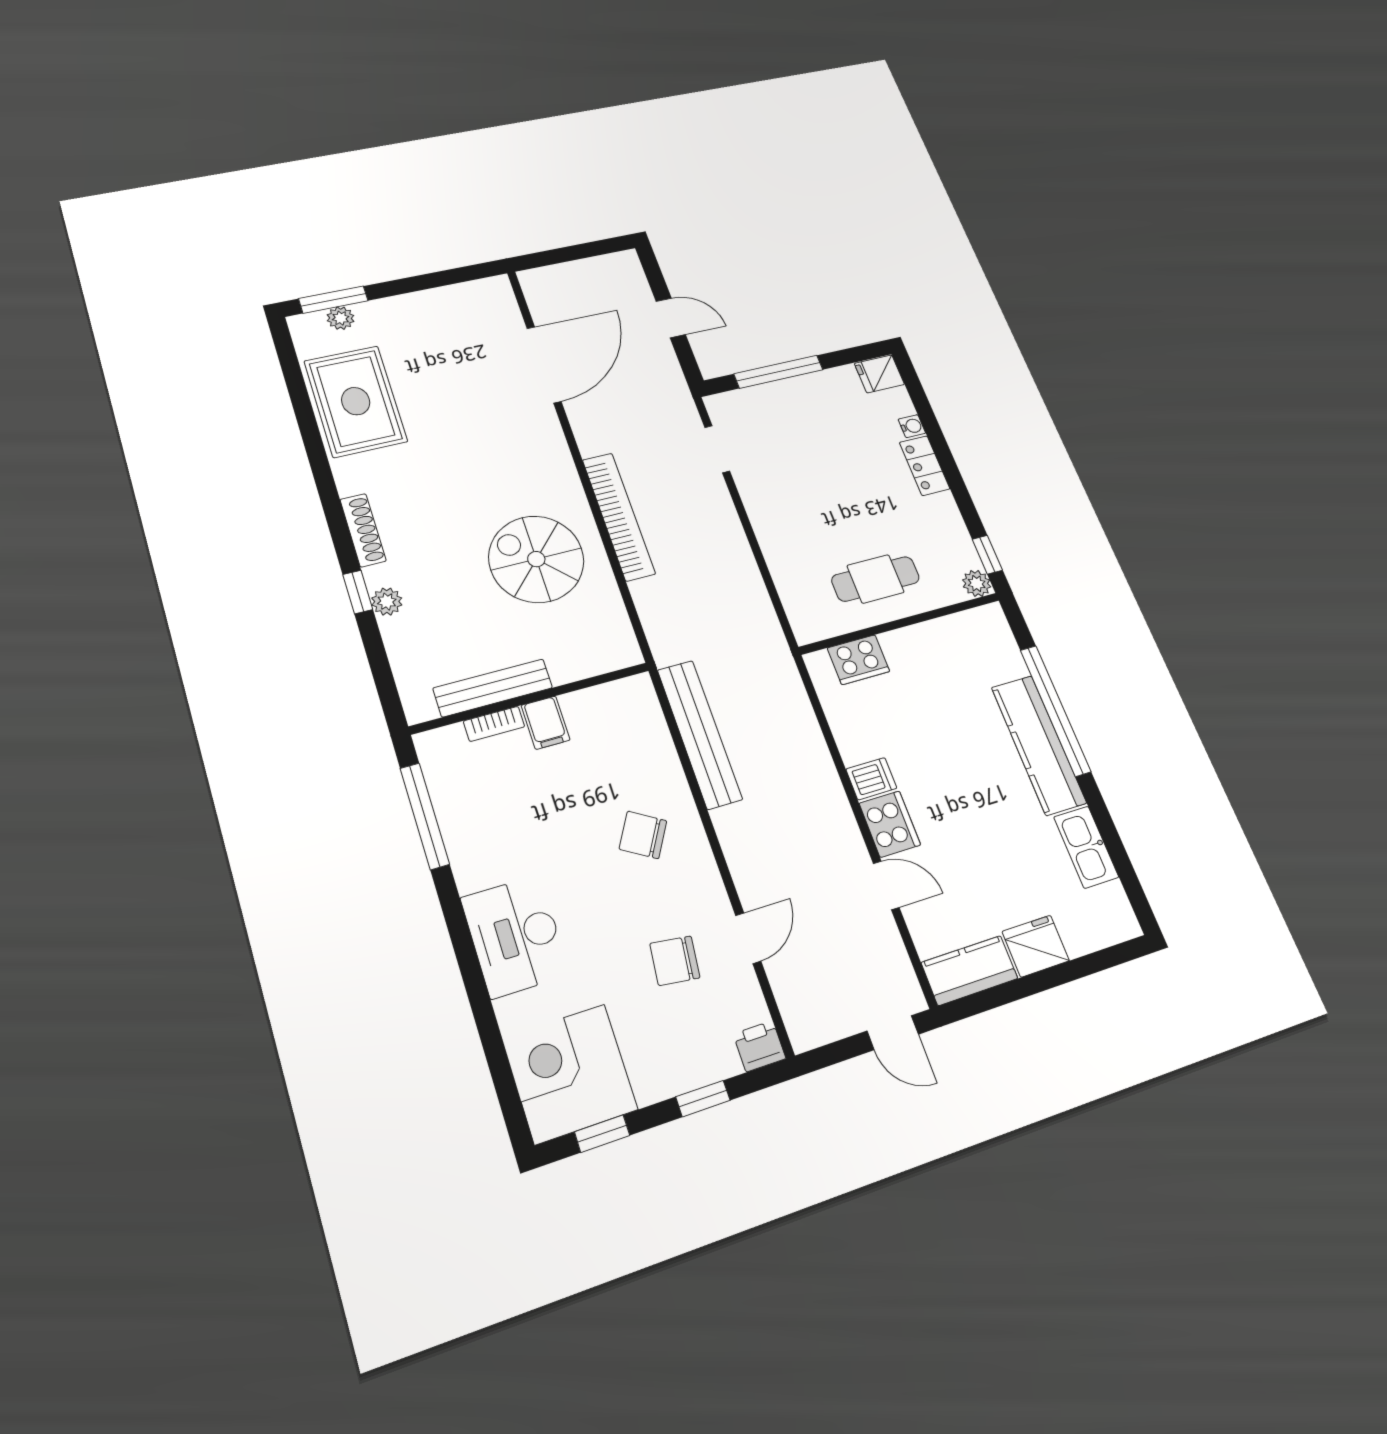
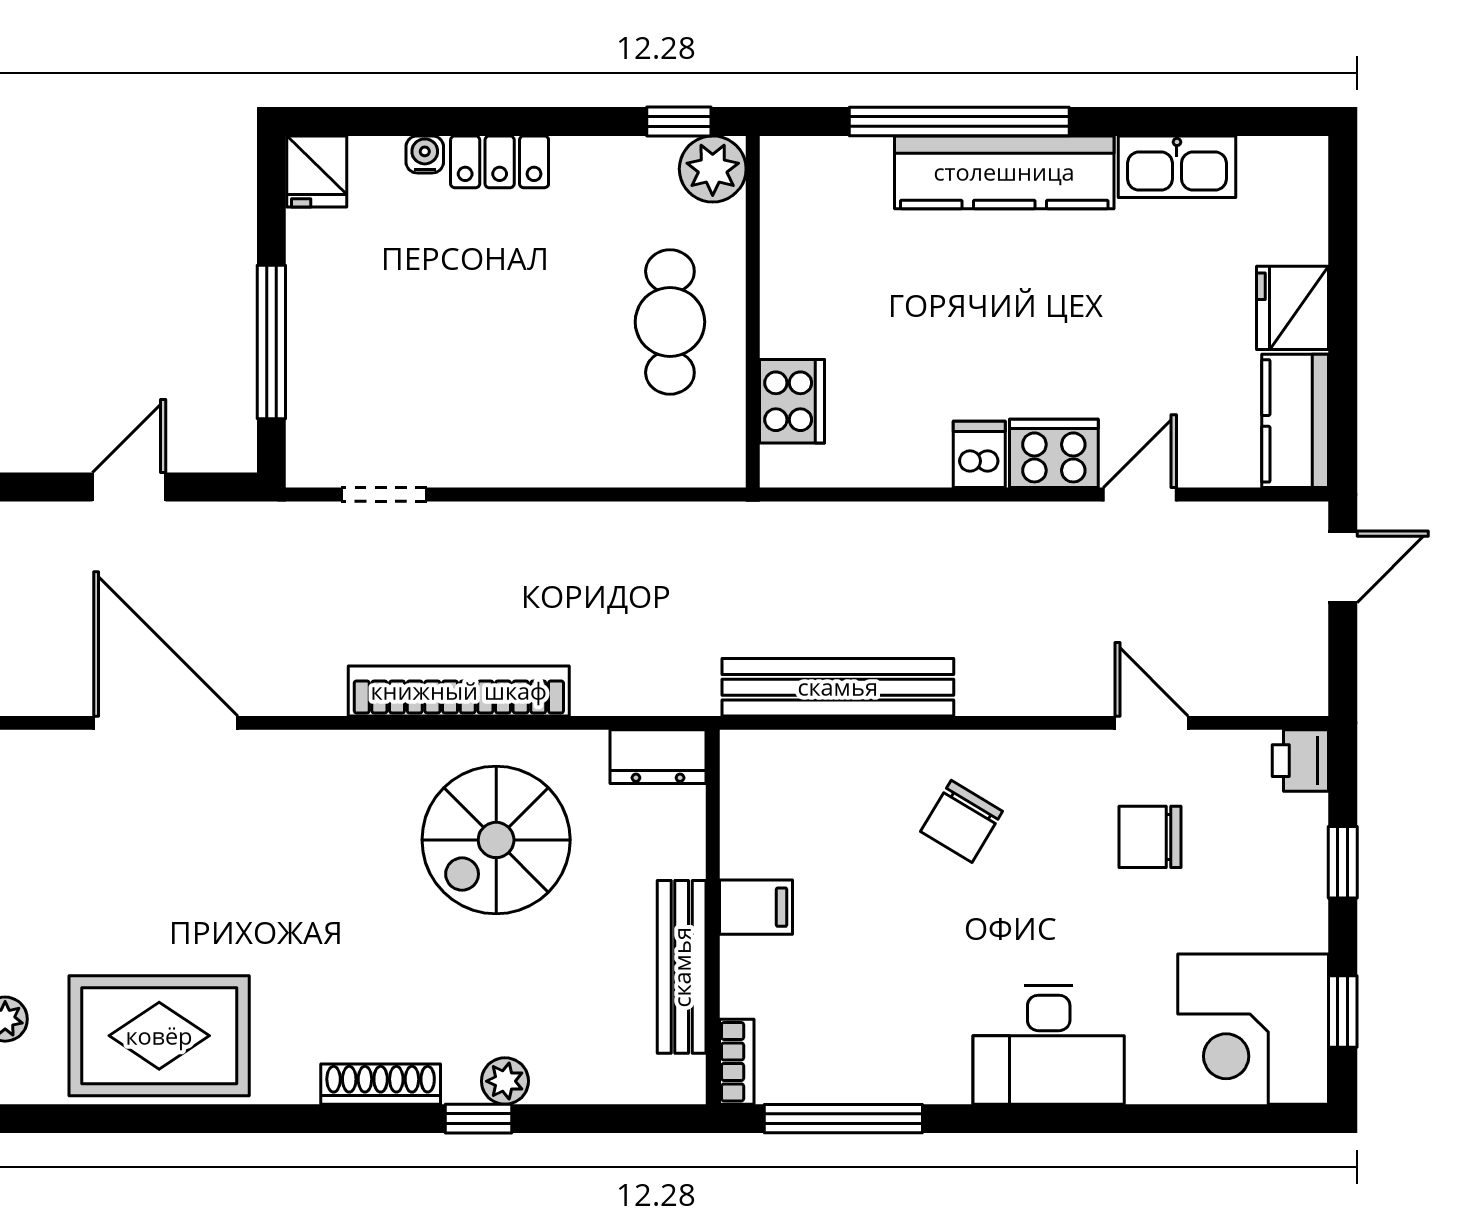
plant: (977, 583) -> (713, 169), width x1.38, depth x1.38
dresser: (619, 639) -> (658, 757), added
bookcase: (494, 724) -> (737, 1062), moved
chair: (675, 961) -> (1150, 837), turned 83

